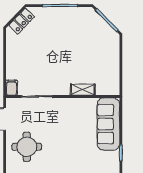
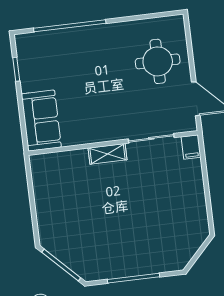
locker: (22, 21) -> (188, 248), removed
shelving: (83, 90) -> (108, 154), moved
sofa: (108, 124) -> (41, 121), width x0.73

